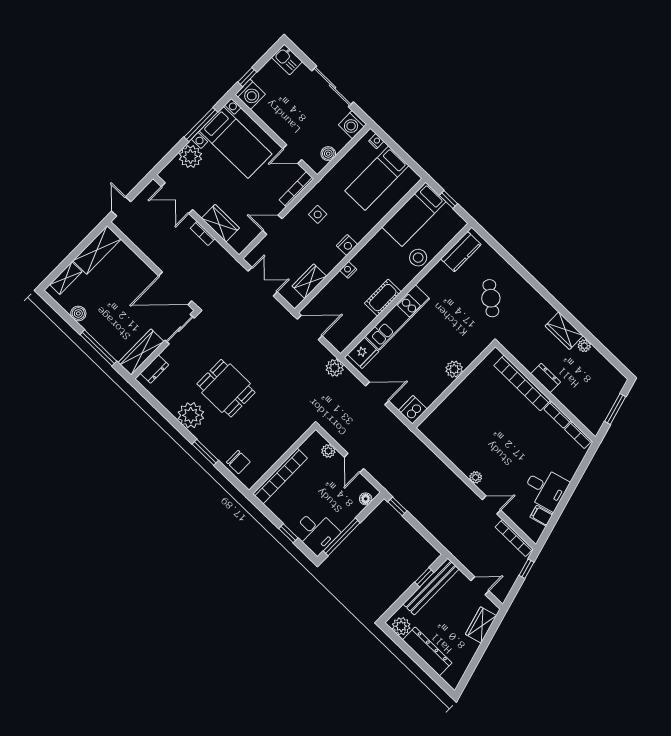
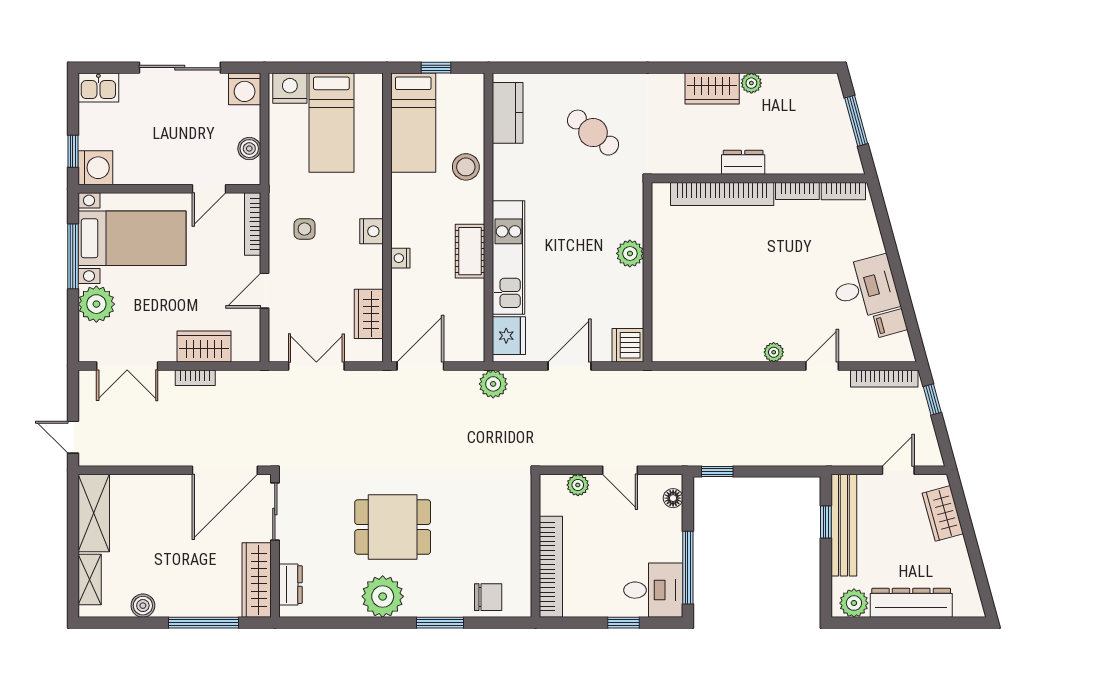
nightstand: (376, 141) -> (290, 88), width x1.89, depth x1.79

